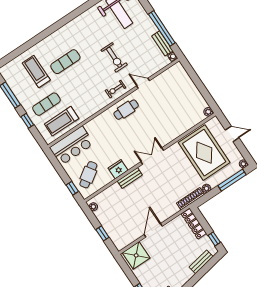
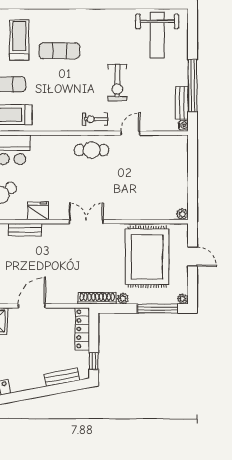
door: (143, 83) -> (130, 133), hinge flipped
bench: (130, 178) -> (25, 230), moved

